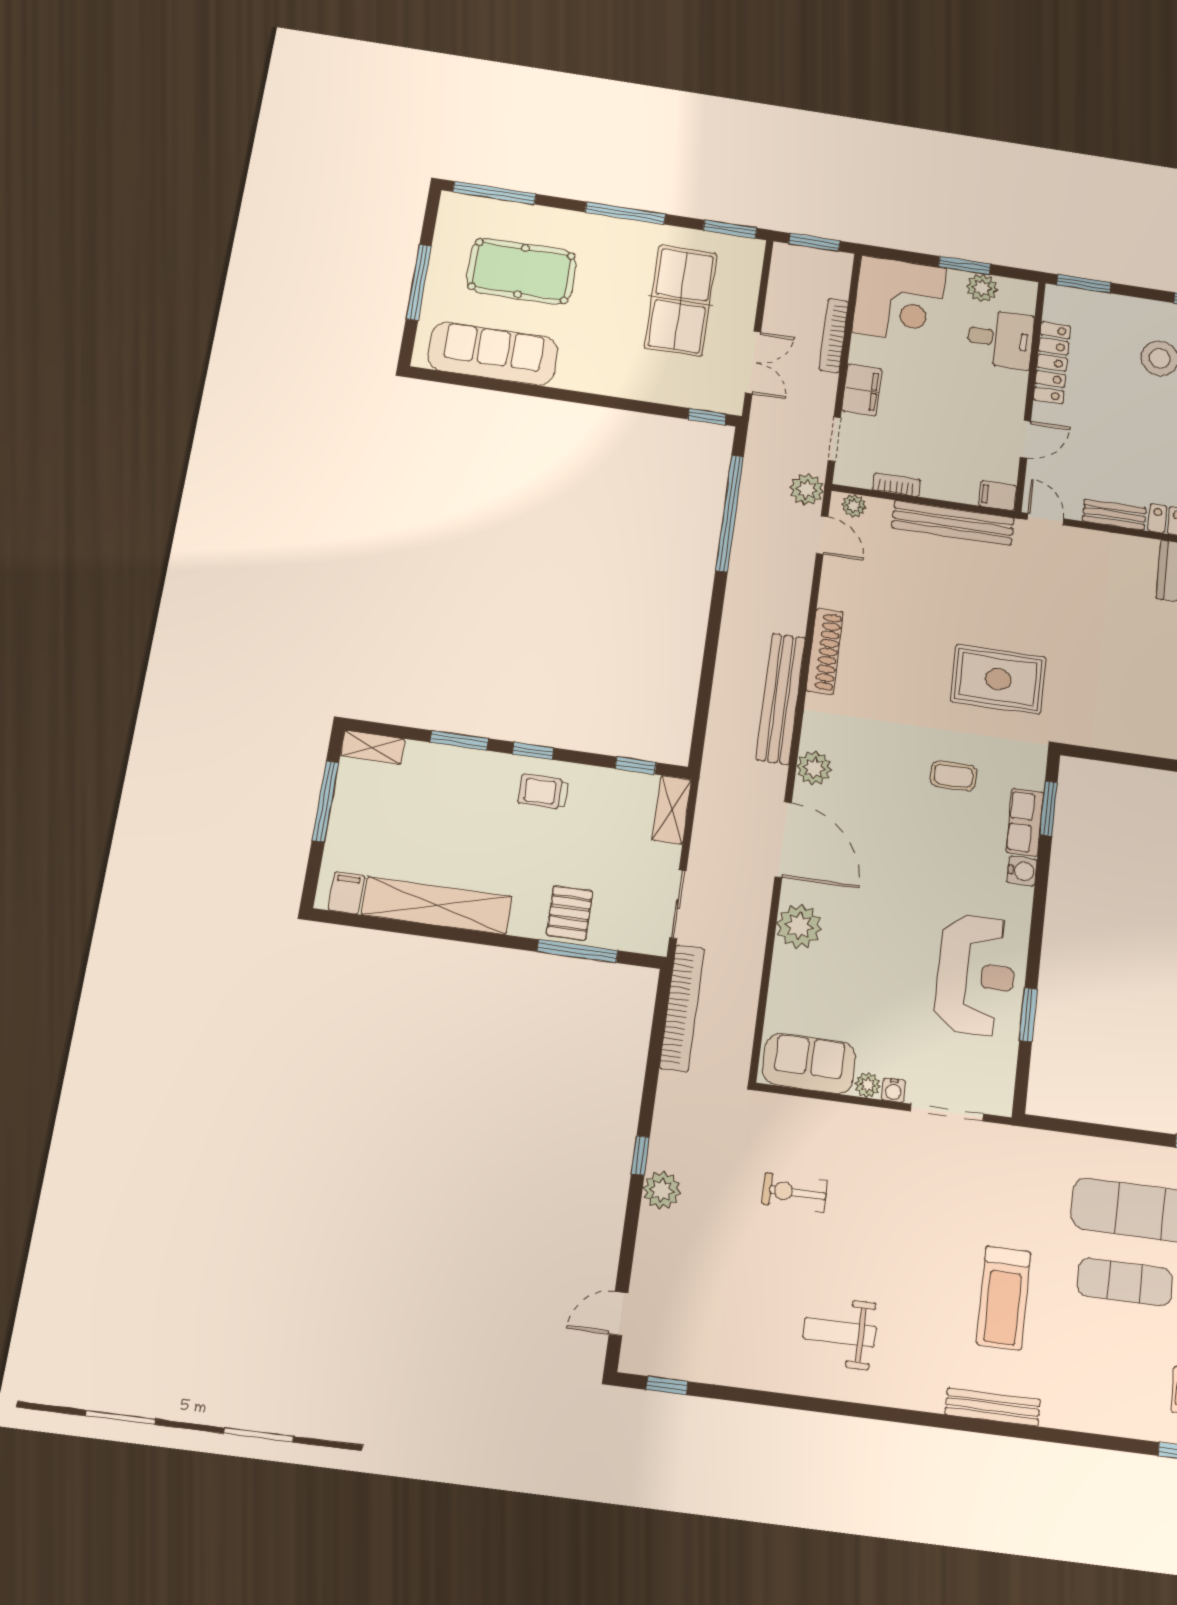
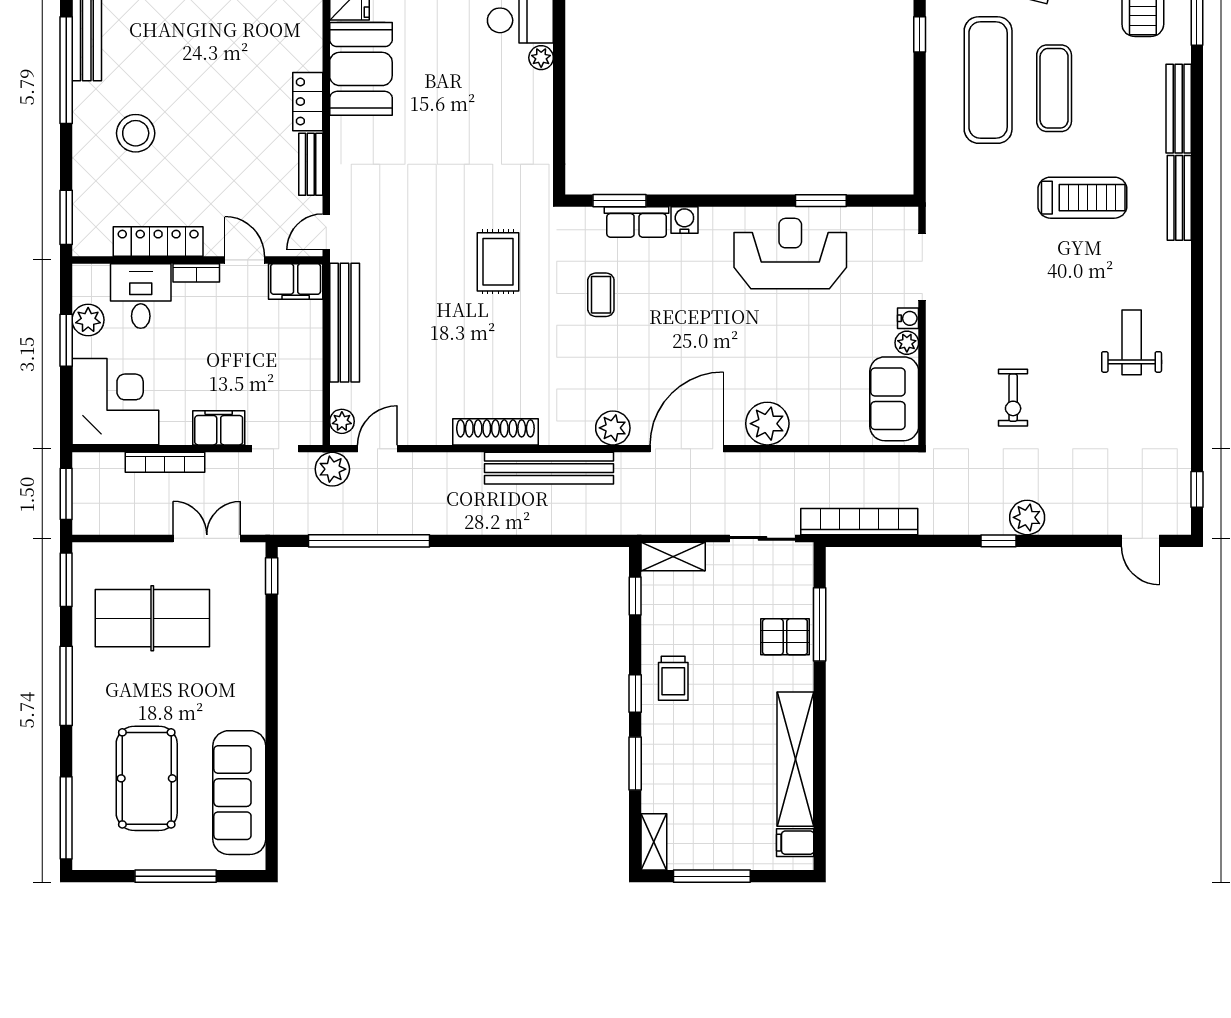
bookcase: (897, 485) -> (196, 273), moved, turned -90
filing cabinet: (998, 496) -> (296, 282), width x2.00
rug: (998, 679) -> (498, 262), width x0.73, depth x0.70
weight bench: (839, 1332) -> (1132, 342), turned 180
bench: (1091, 1419) -> (1179, 109), added

